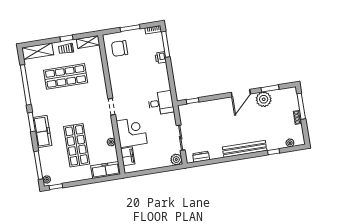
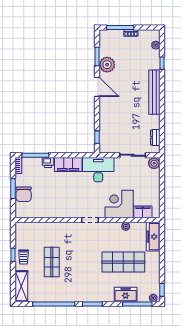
shelving: (88, 42) -> (20, 234), removed
chair: (119, 48) -> (24, 194), moved
shop shelf: (66, 76) -> (52, 262), width x0.70, depth x0.74
filing cabinet: (162, 77) -> (68, 164), added
desk: (161, 103) -> (98, 170), width x1.37
freezer: (42, 132) -> (126, 295), moved, width x0.71

